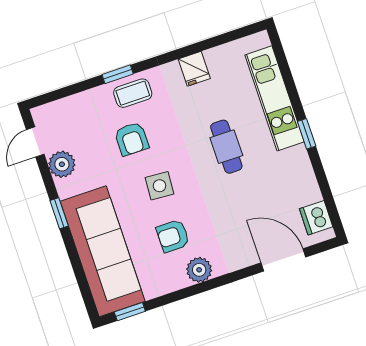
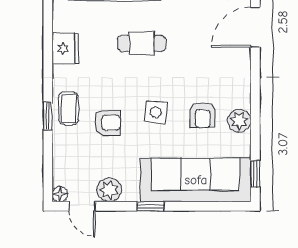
fridge: (194, 69) -> (65, 49), width x1.38
floor lamp: (40, 114) -> (60, 194), added
plant: (199, 270) -> (239, 121), moved

